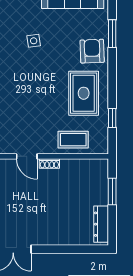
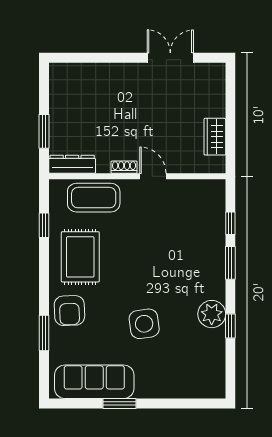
side table: (34, 41) -> (144, 324), width x1.87, depth x1.87
coffee table: (73, 140) -> (94, 198), width x1.36, depth x1.32
dresser: (101, 224) -> (72, 164), moved, turned -90

